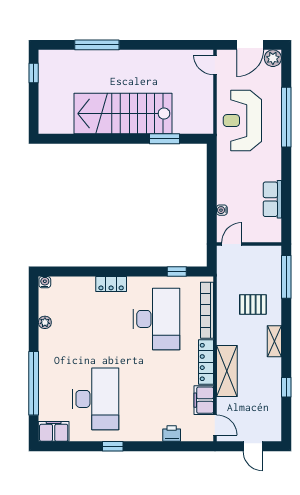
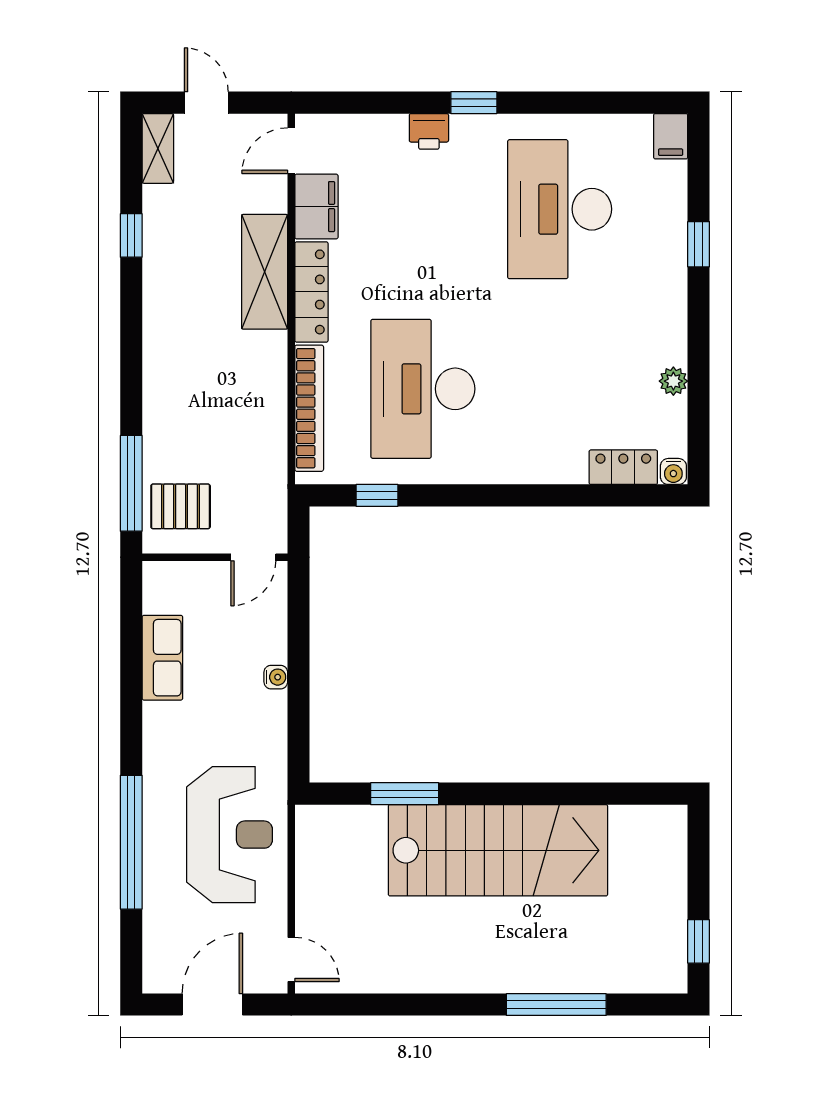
plant: (273, 58) -> (161, 975), removed
water cooler: (222, 210) -> (276, 677), moved
locker: (111, 284) -> (623, 467), moved
pallet: (253, 304) -> (181, 506), moved
shelving: (274, 341) -> (158, 148), moved
window: (34, 383) -> (699, 244), width x0.32
door: (215, 425) -> (291, 151), hinge flipped
filing cabinet: (54, 431) -> (671, 136), width x0.50
printer: (172, 434) -> (429, 131), moved
window: (113, 446) -> (474, 103), moved

